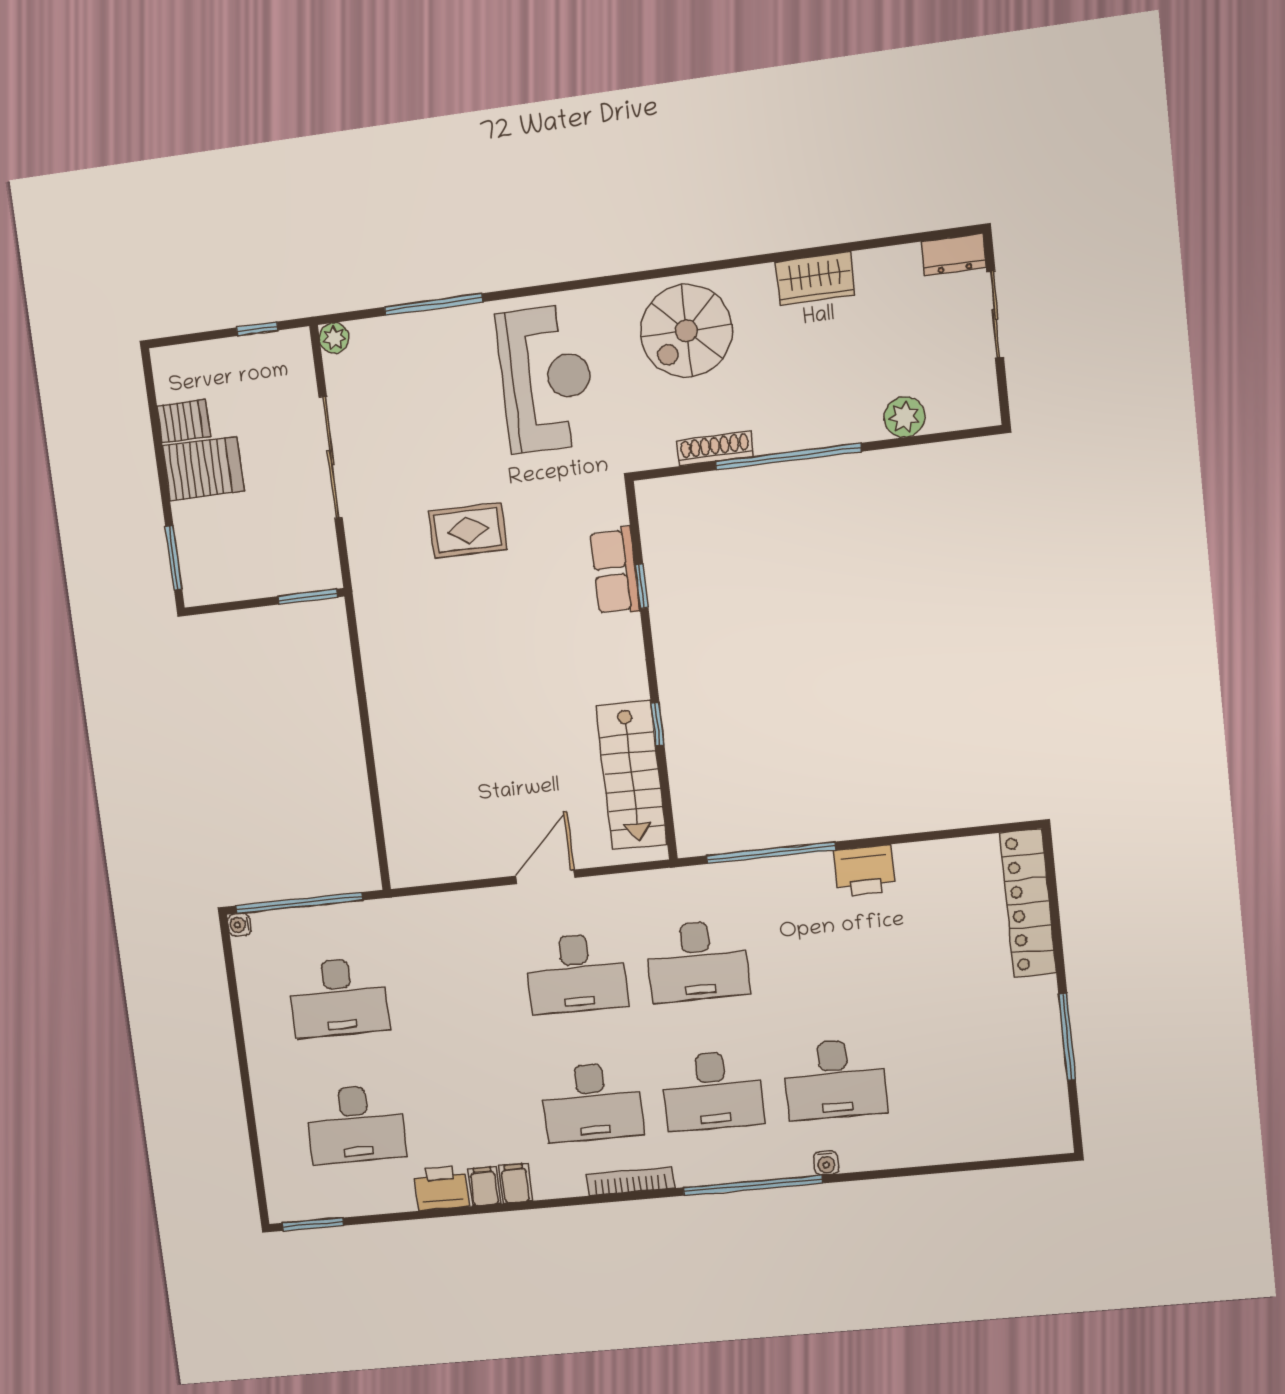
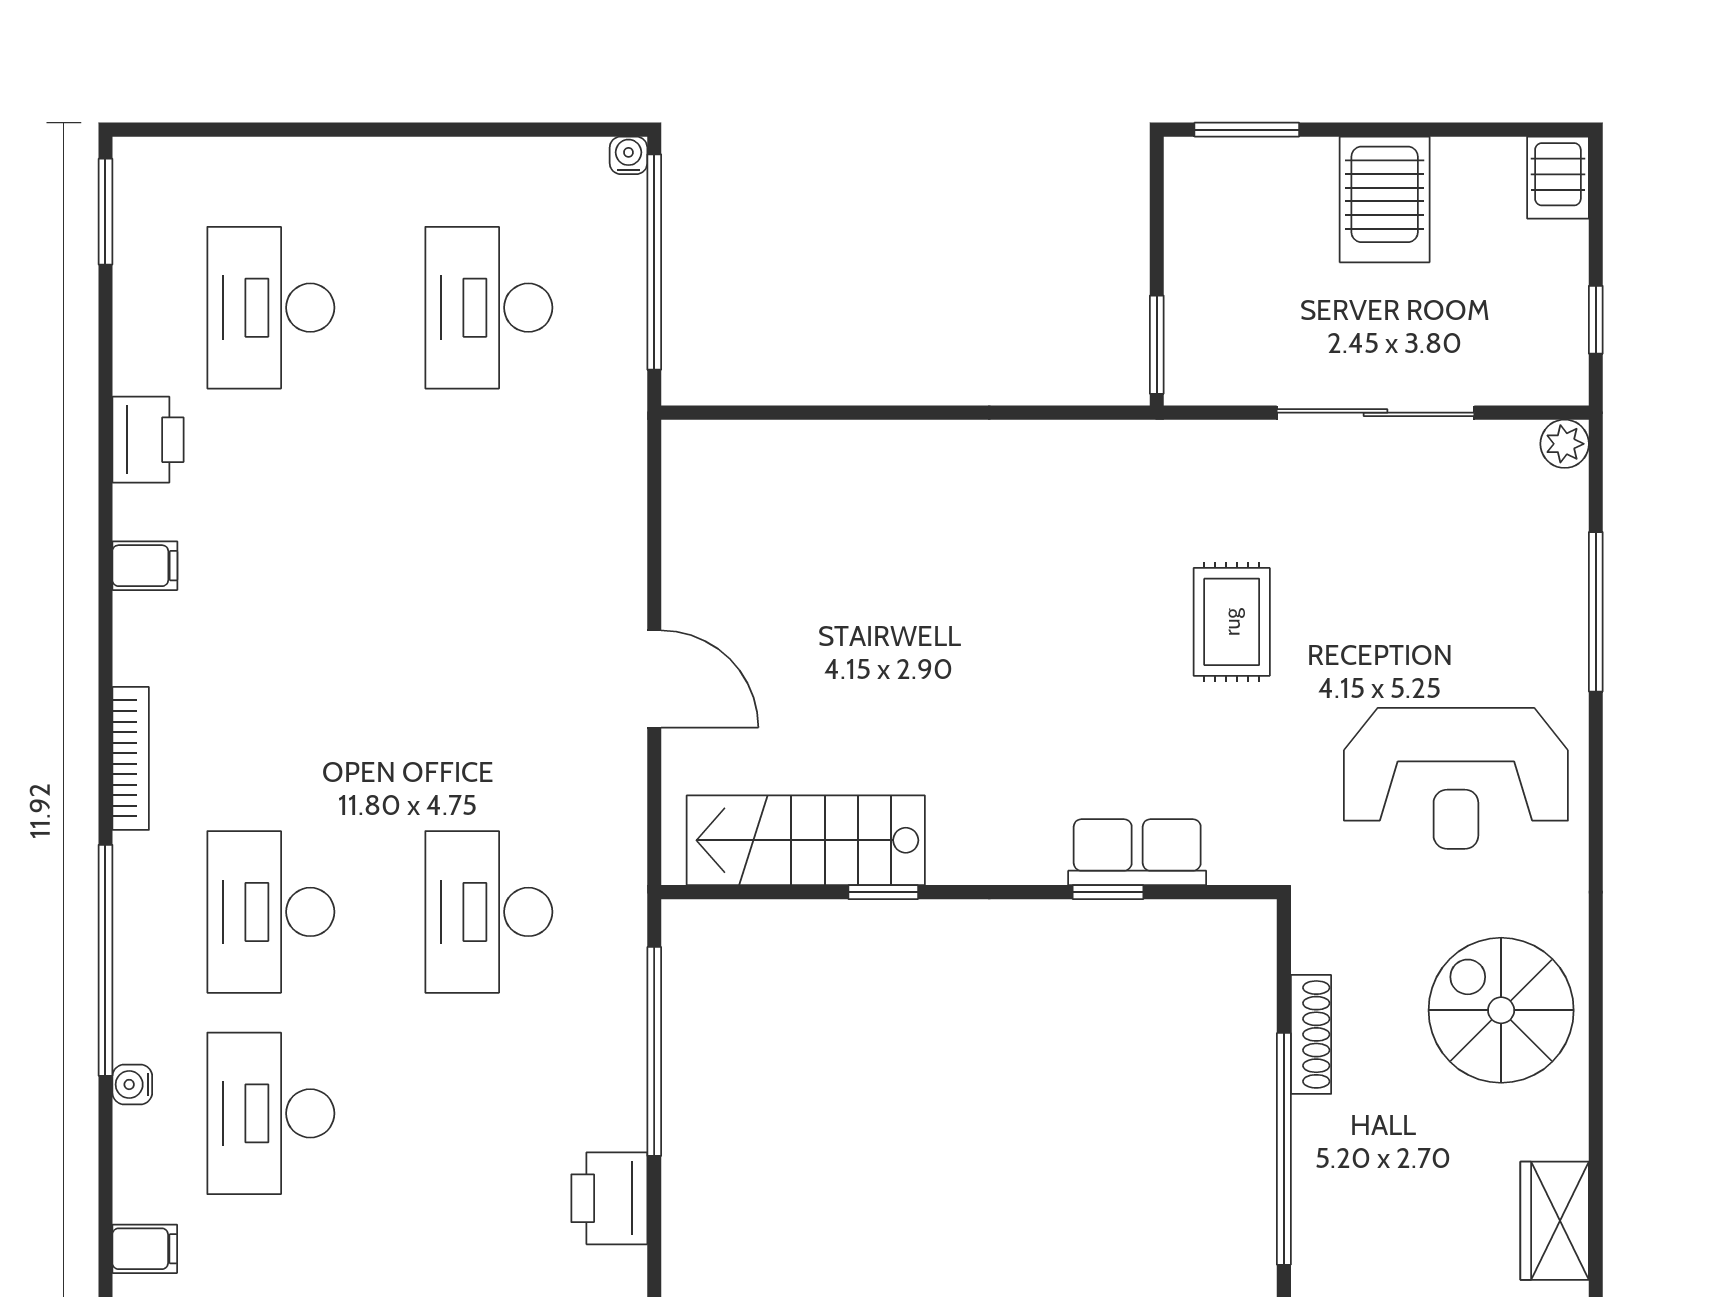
server rack: (184, 421) -> (1558, 178), moved
desk: (576, 973) -> (489, 711), removed
desk: (592, 1102) -> (271, 711), removed
filing cabinet: (484, 1186) -> (145, 1249), moved

